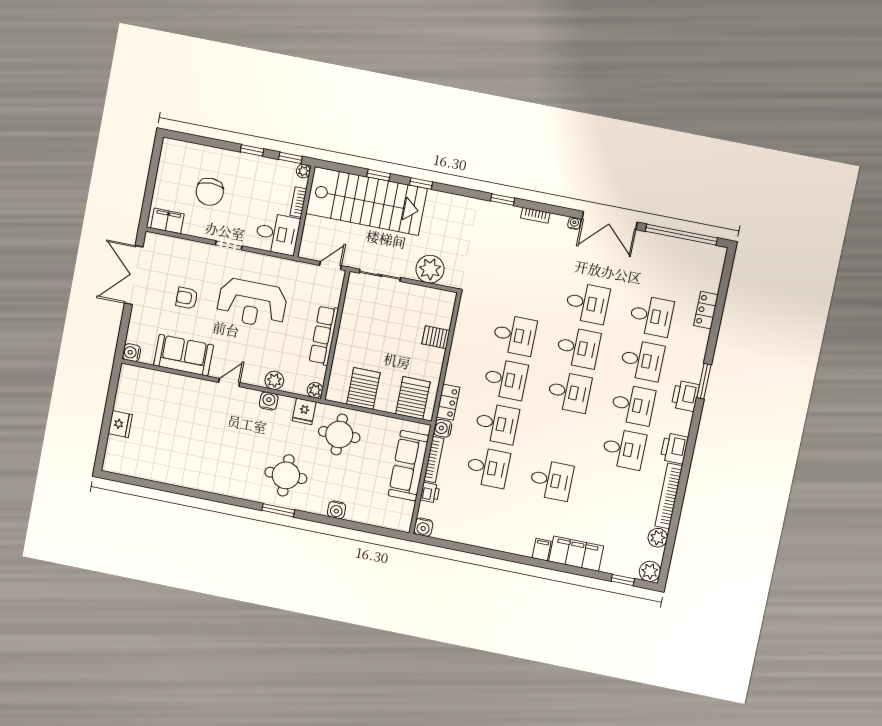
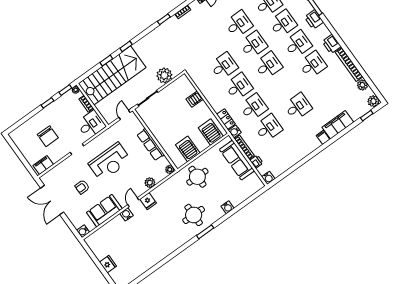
water cooler: (269, 401) -> (126, 214), moved
fridge: (304, 411) -> (148, 201), moved

